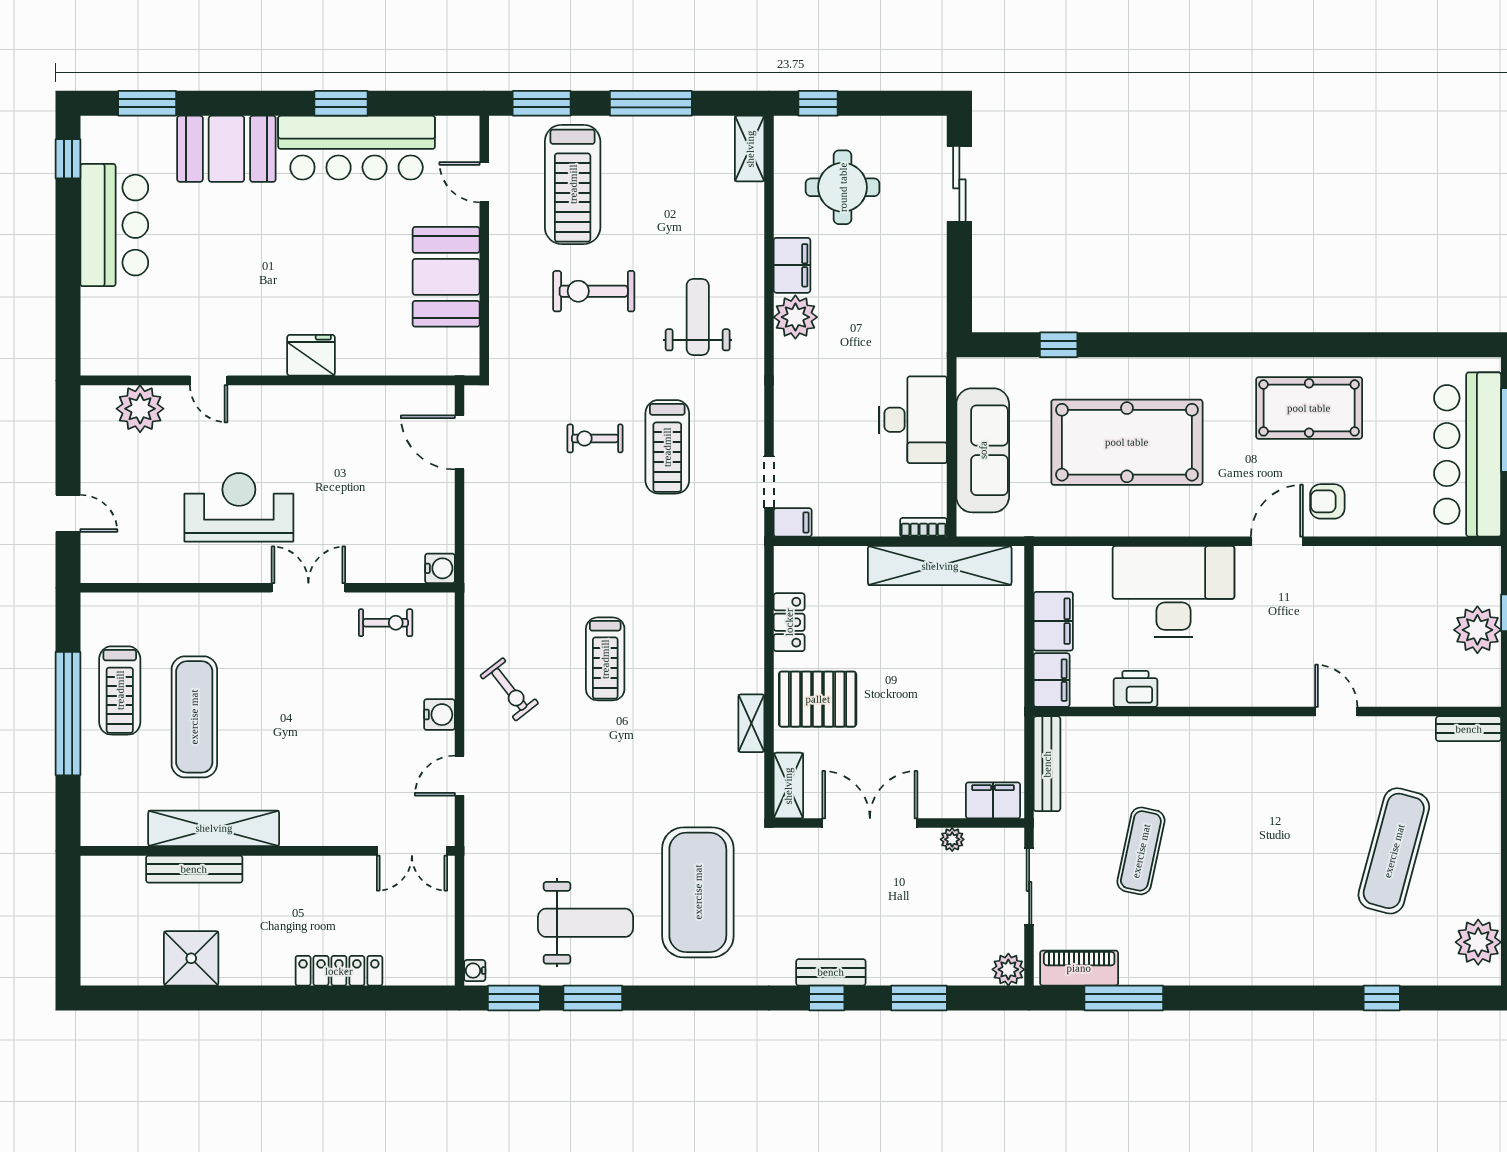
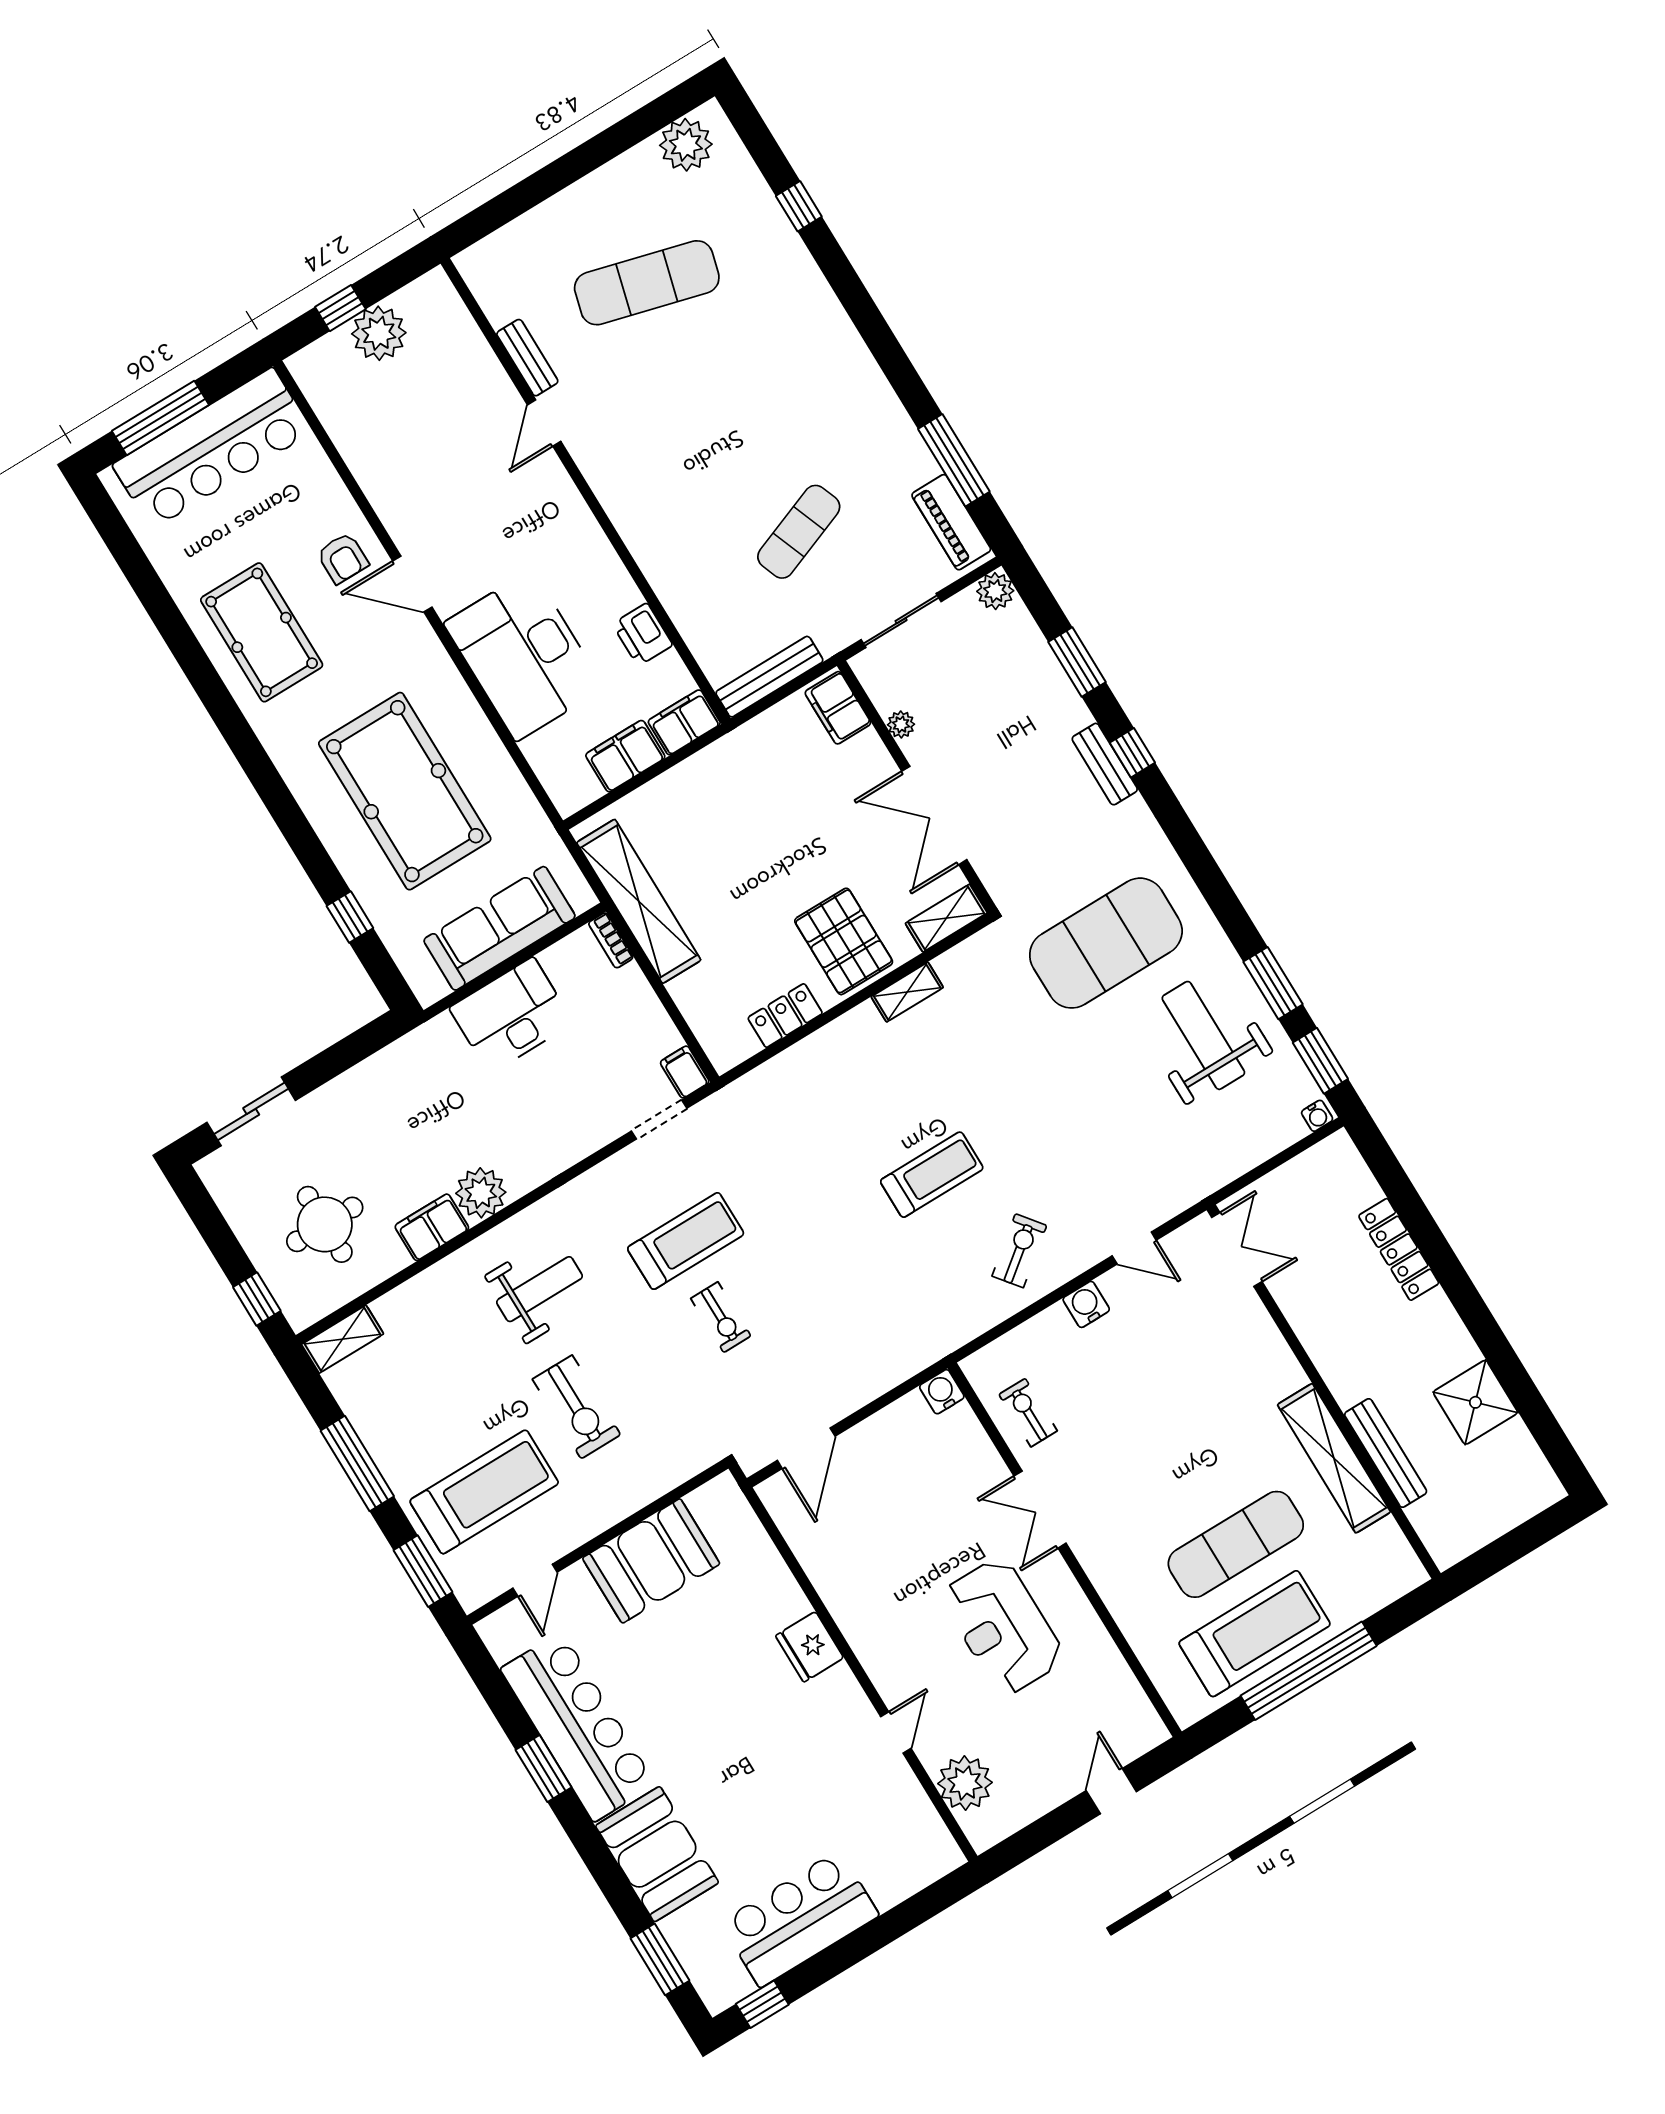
weight bench: (698, 317) -> (540, 1289), turned 180
treadmill: (120, 690) -> (1255, 1634), width x1.37, depth x1.38
bench: (1469, 729) -> (527, 358), moved
exercise mat: (1141, 851) -> (799, 532), turned -33

